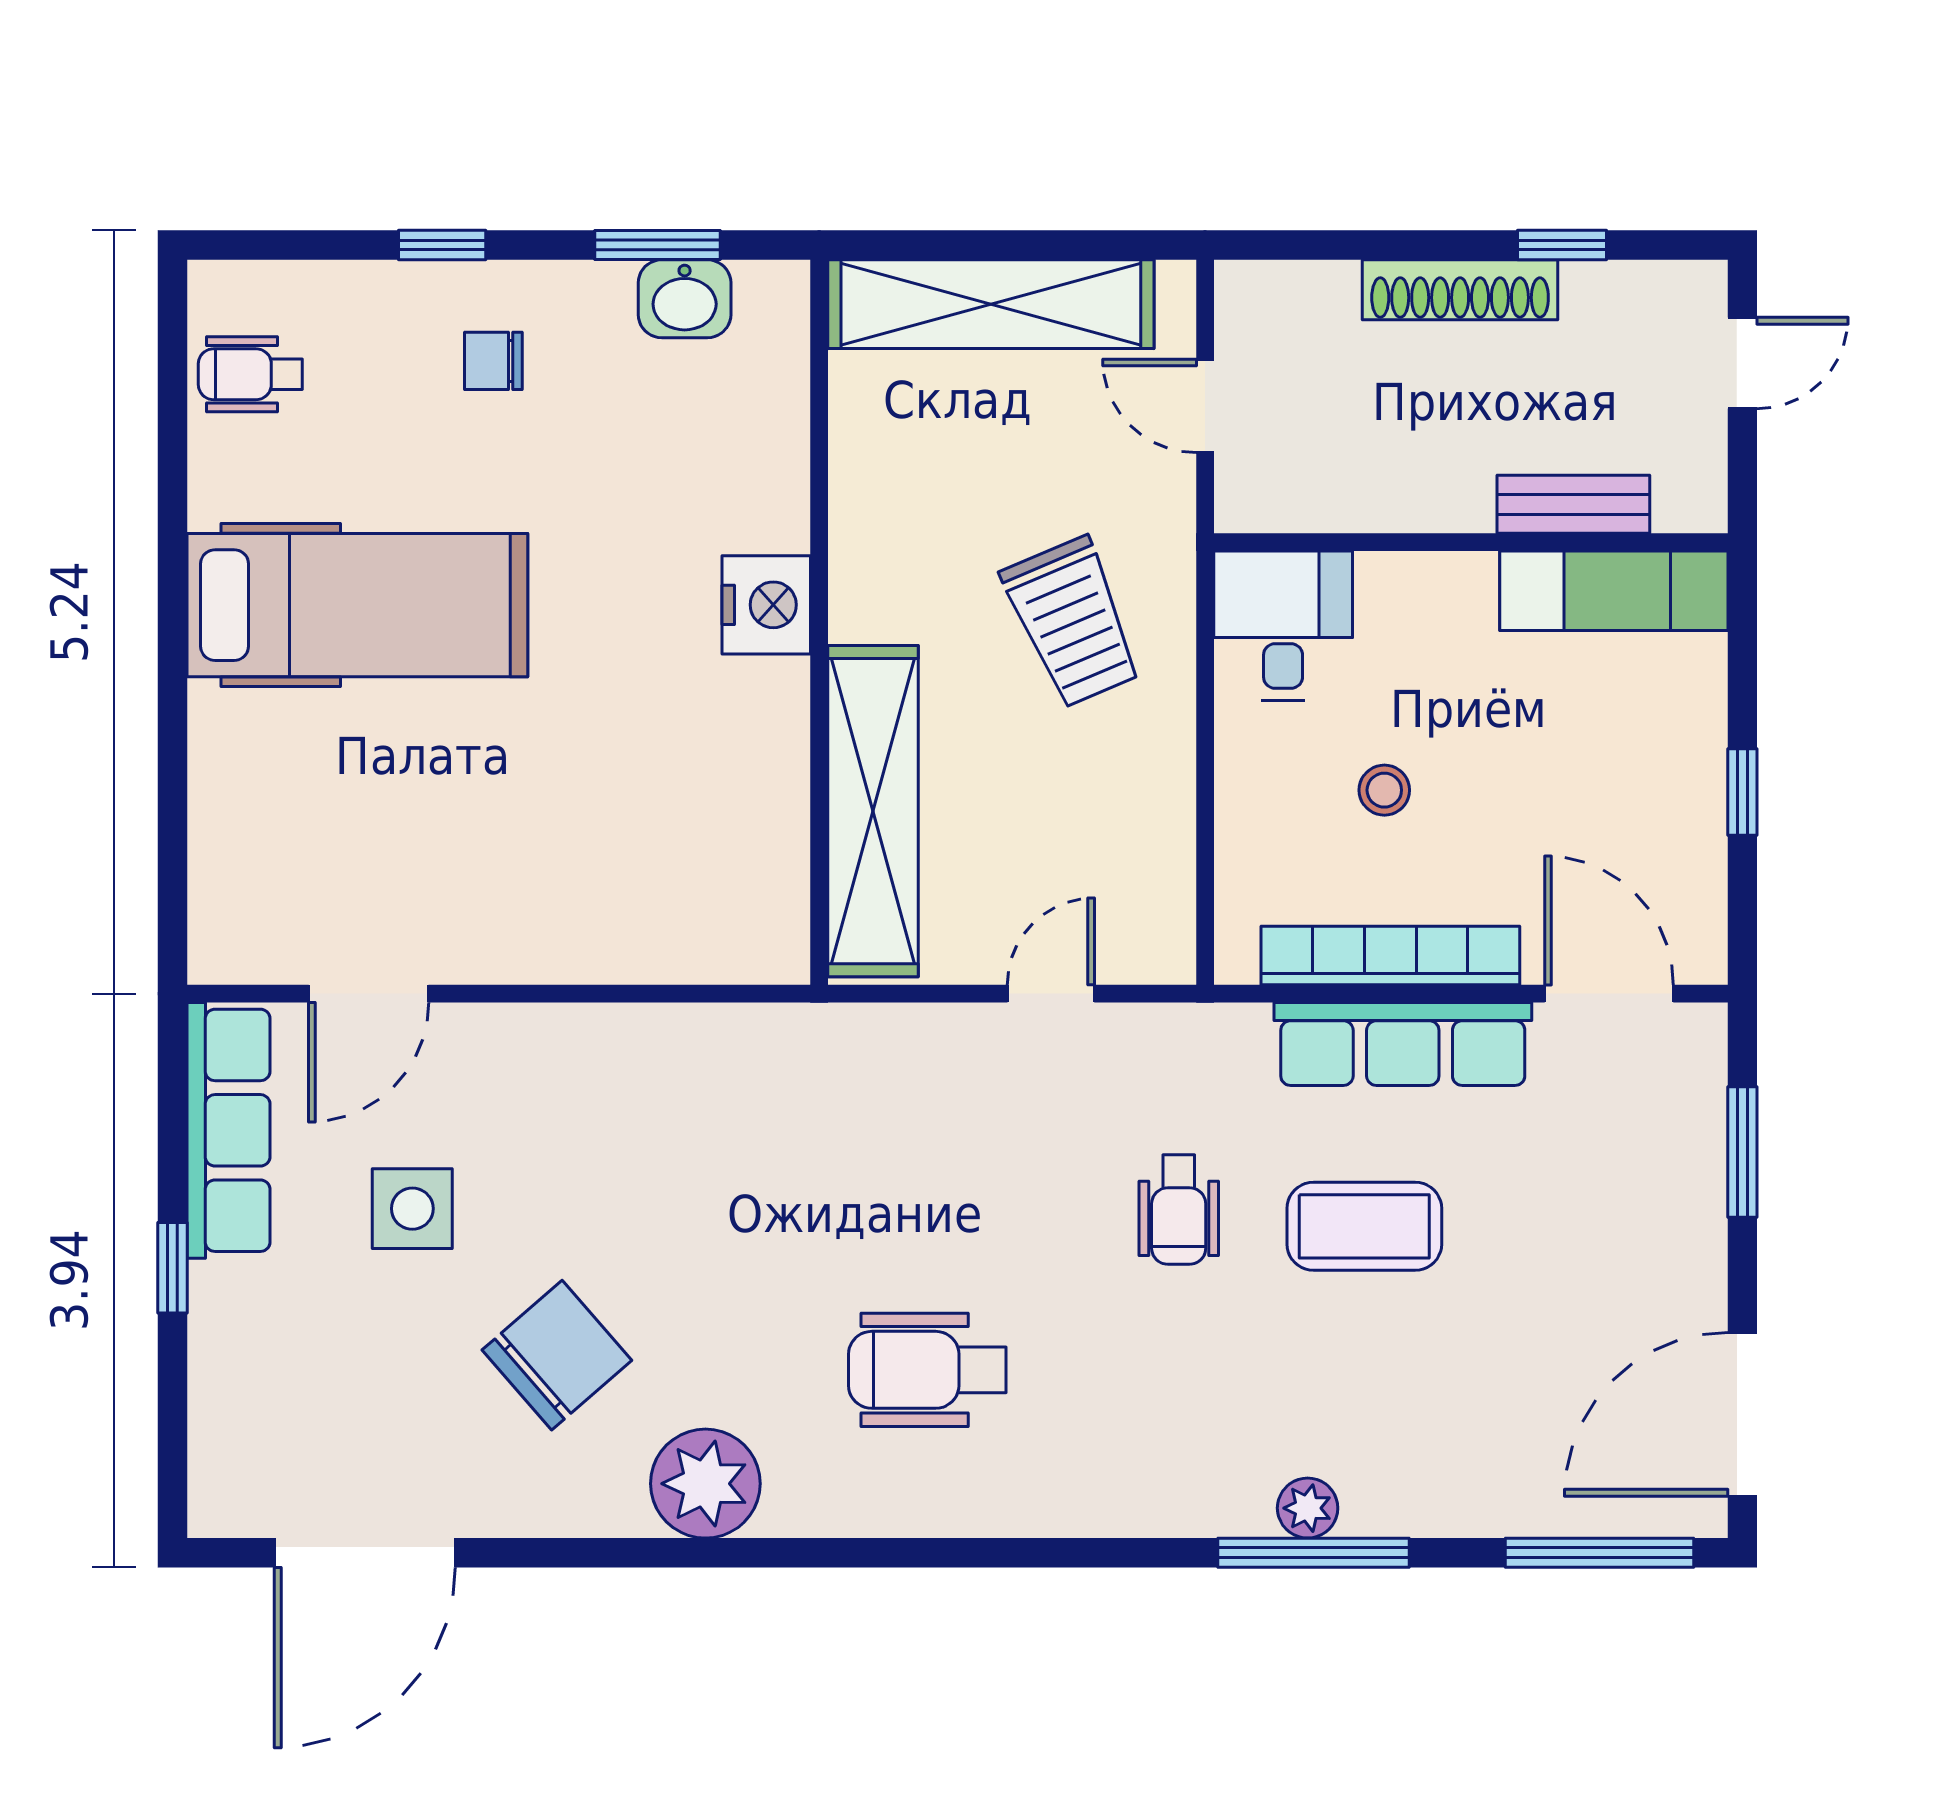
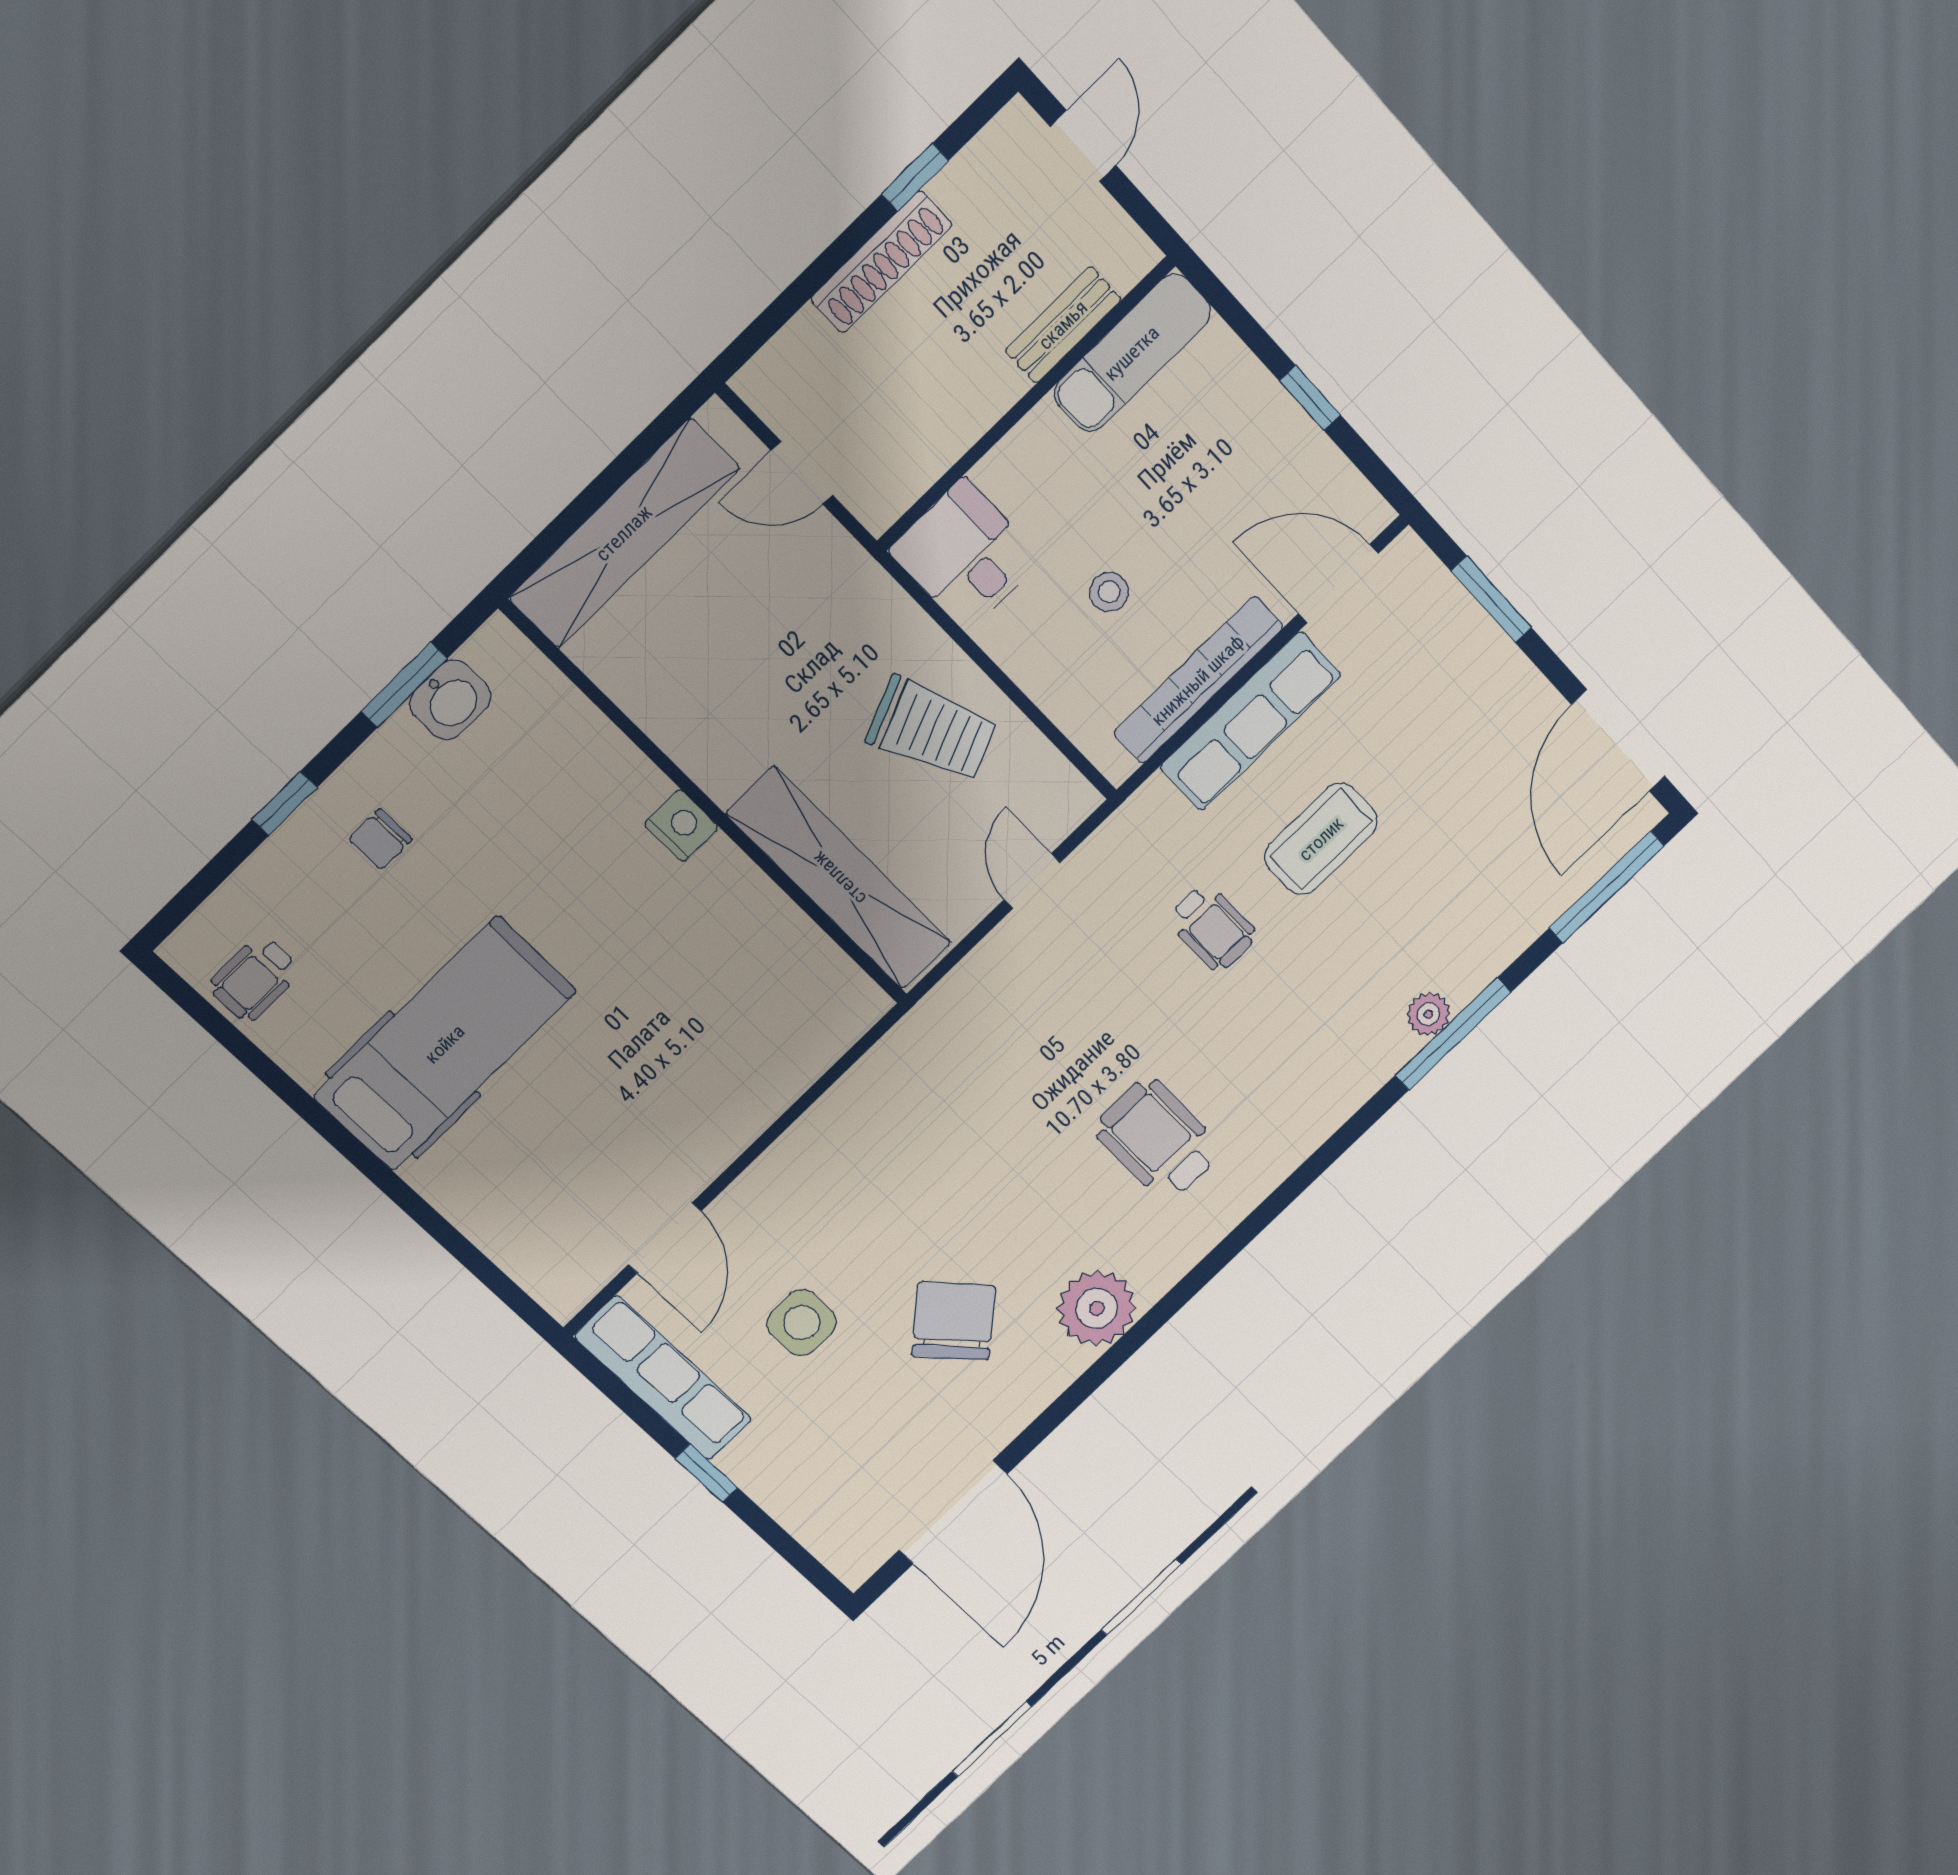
nightstand: (766, 605) -> (681, 826), width x0.74, depth x0.75
trolley: (1072, 622) -> (932, 730), moved
wheelchair: (927, 1370) -> (1157, 1139), turned 90

